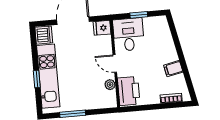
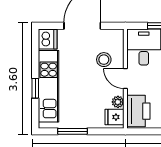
fridge: (102, 28) -> (114, 117), moved
stool: (95, 49) -> (104, 60), added

